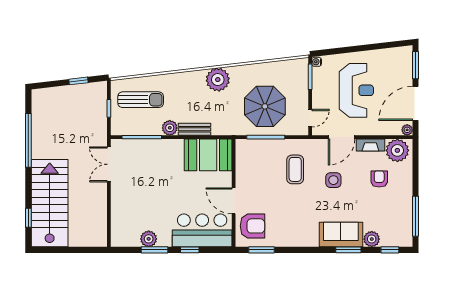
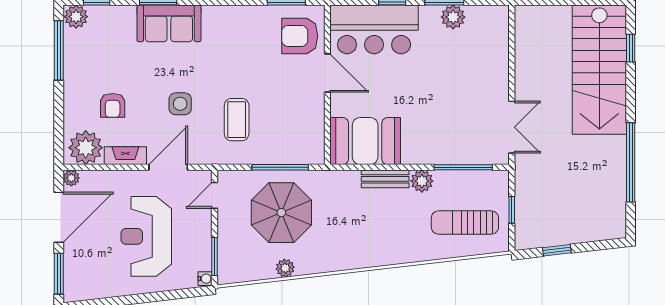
plant: (218, 80) -> (285, 268), moved, width x0.53, depth x0.53
plant: (372, 239) -> (76, 17), moved

